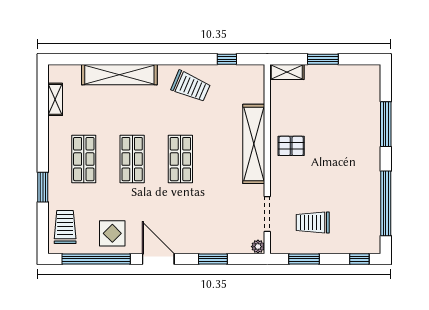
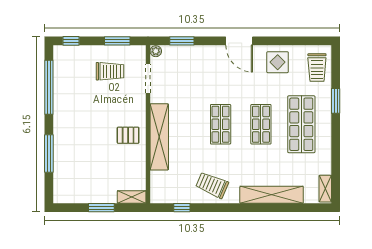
shelving: (55, 99) -> (325, 189), moved
shop shelf: (84, 159) -> (301, 124), width x1.43, depth x1.36
window: (96, 259) -> (291, 41), removed
window: (213, 259) -> (182, 41), moved

